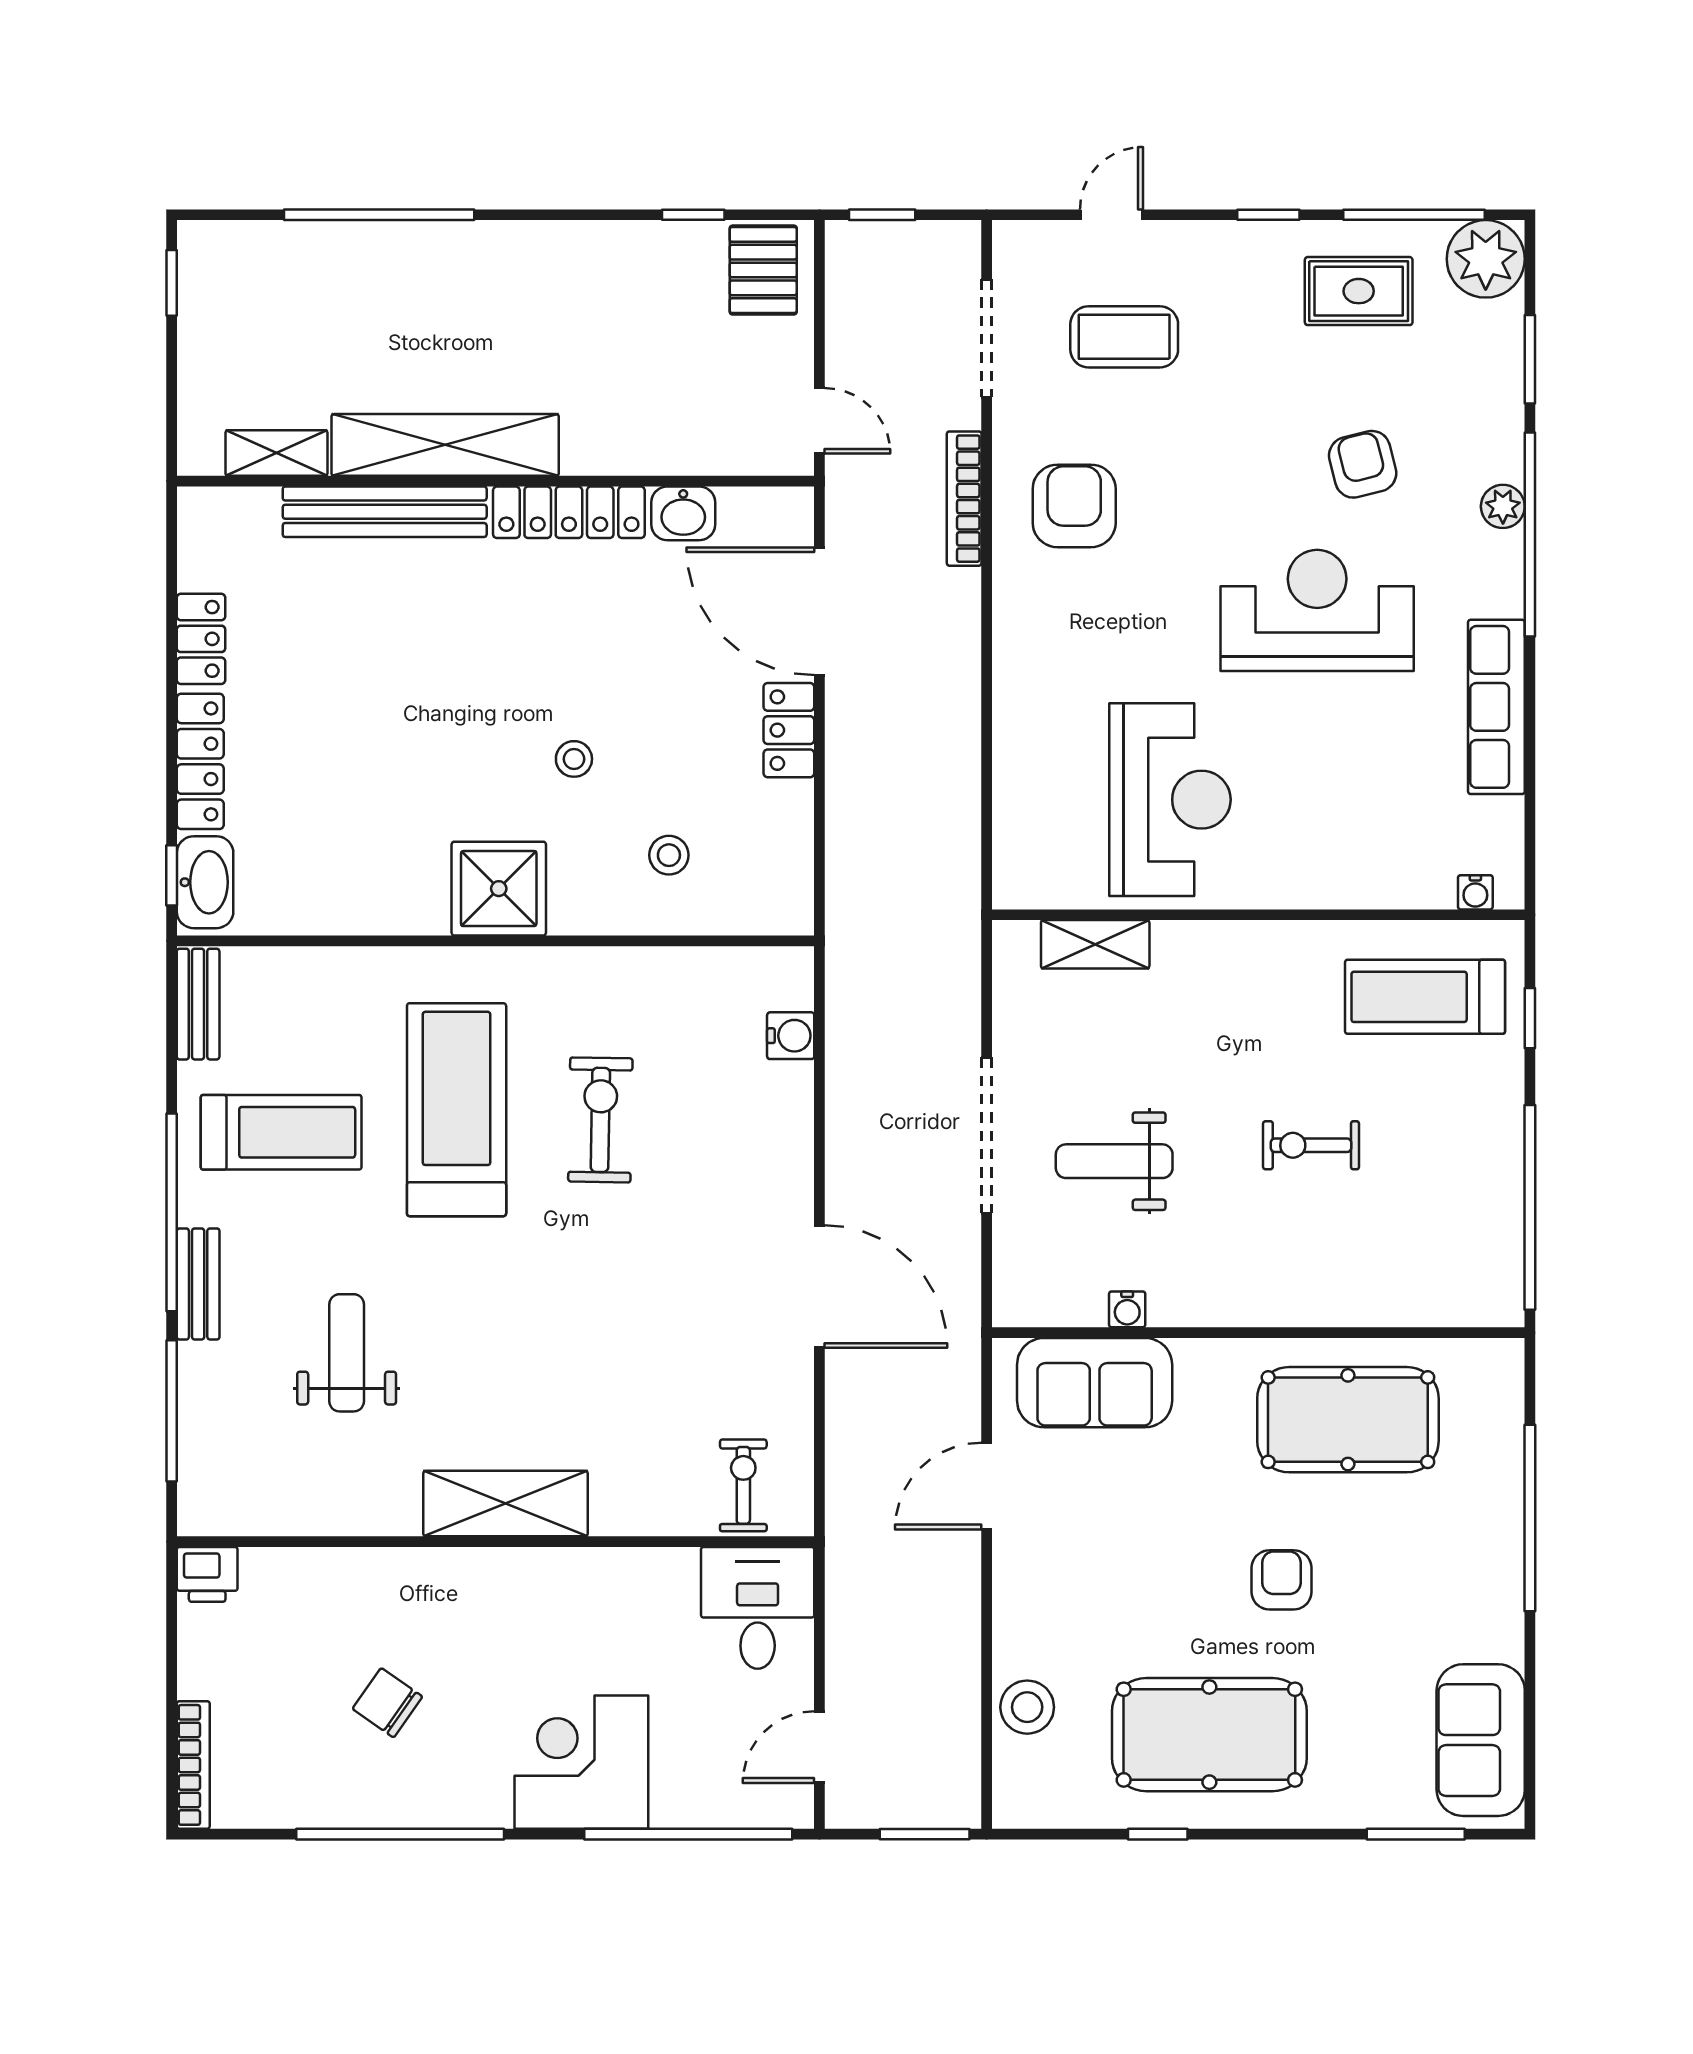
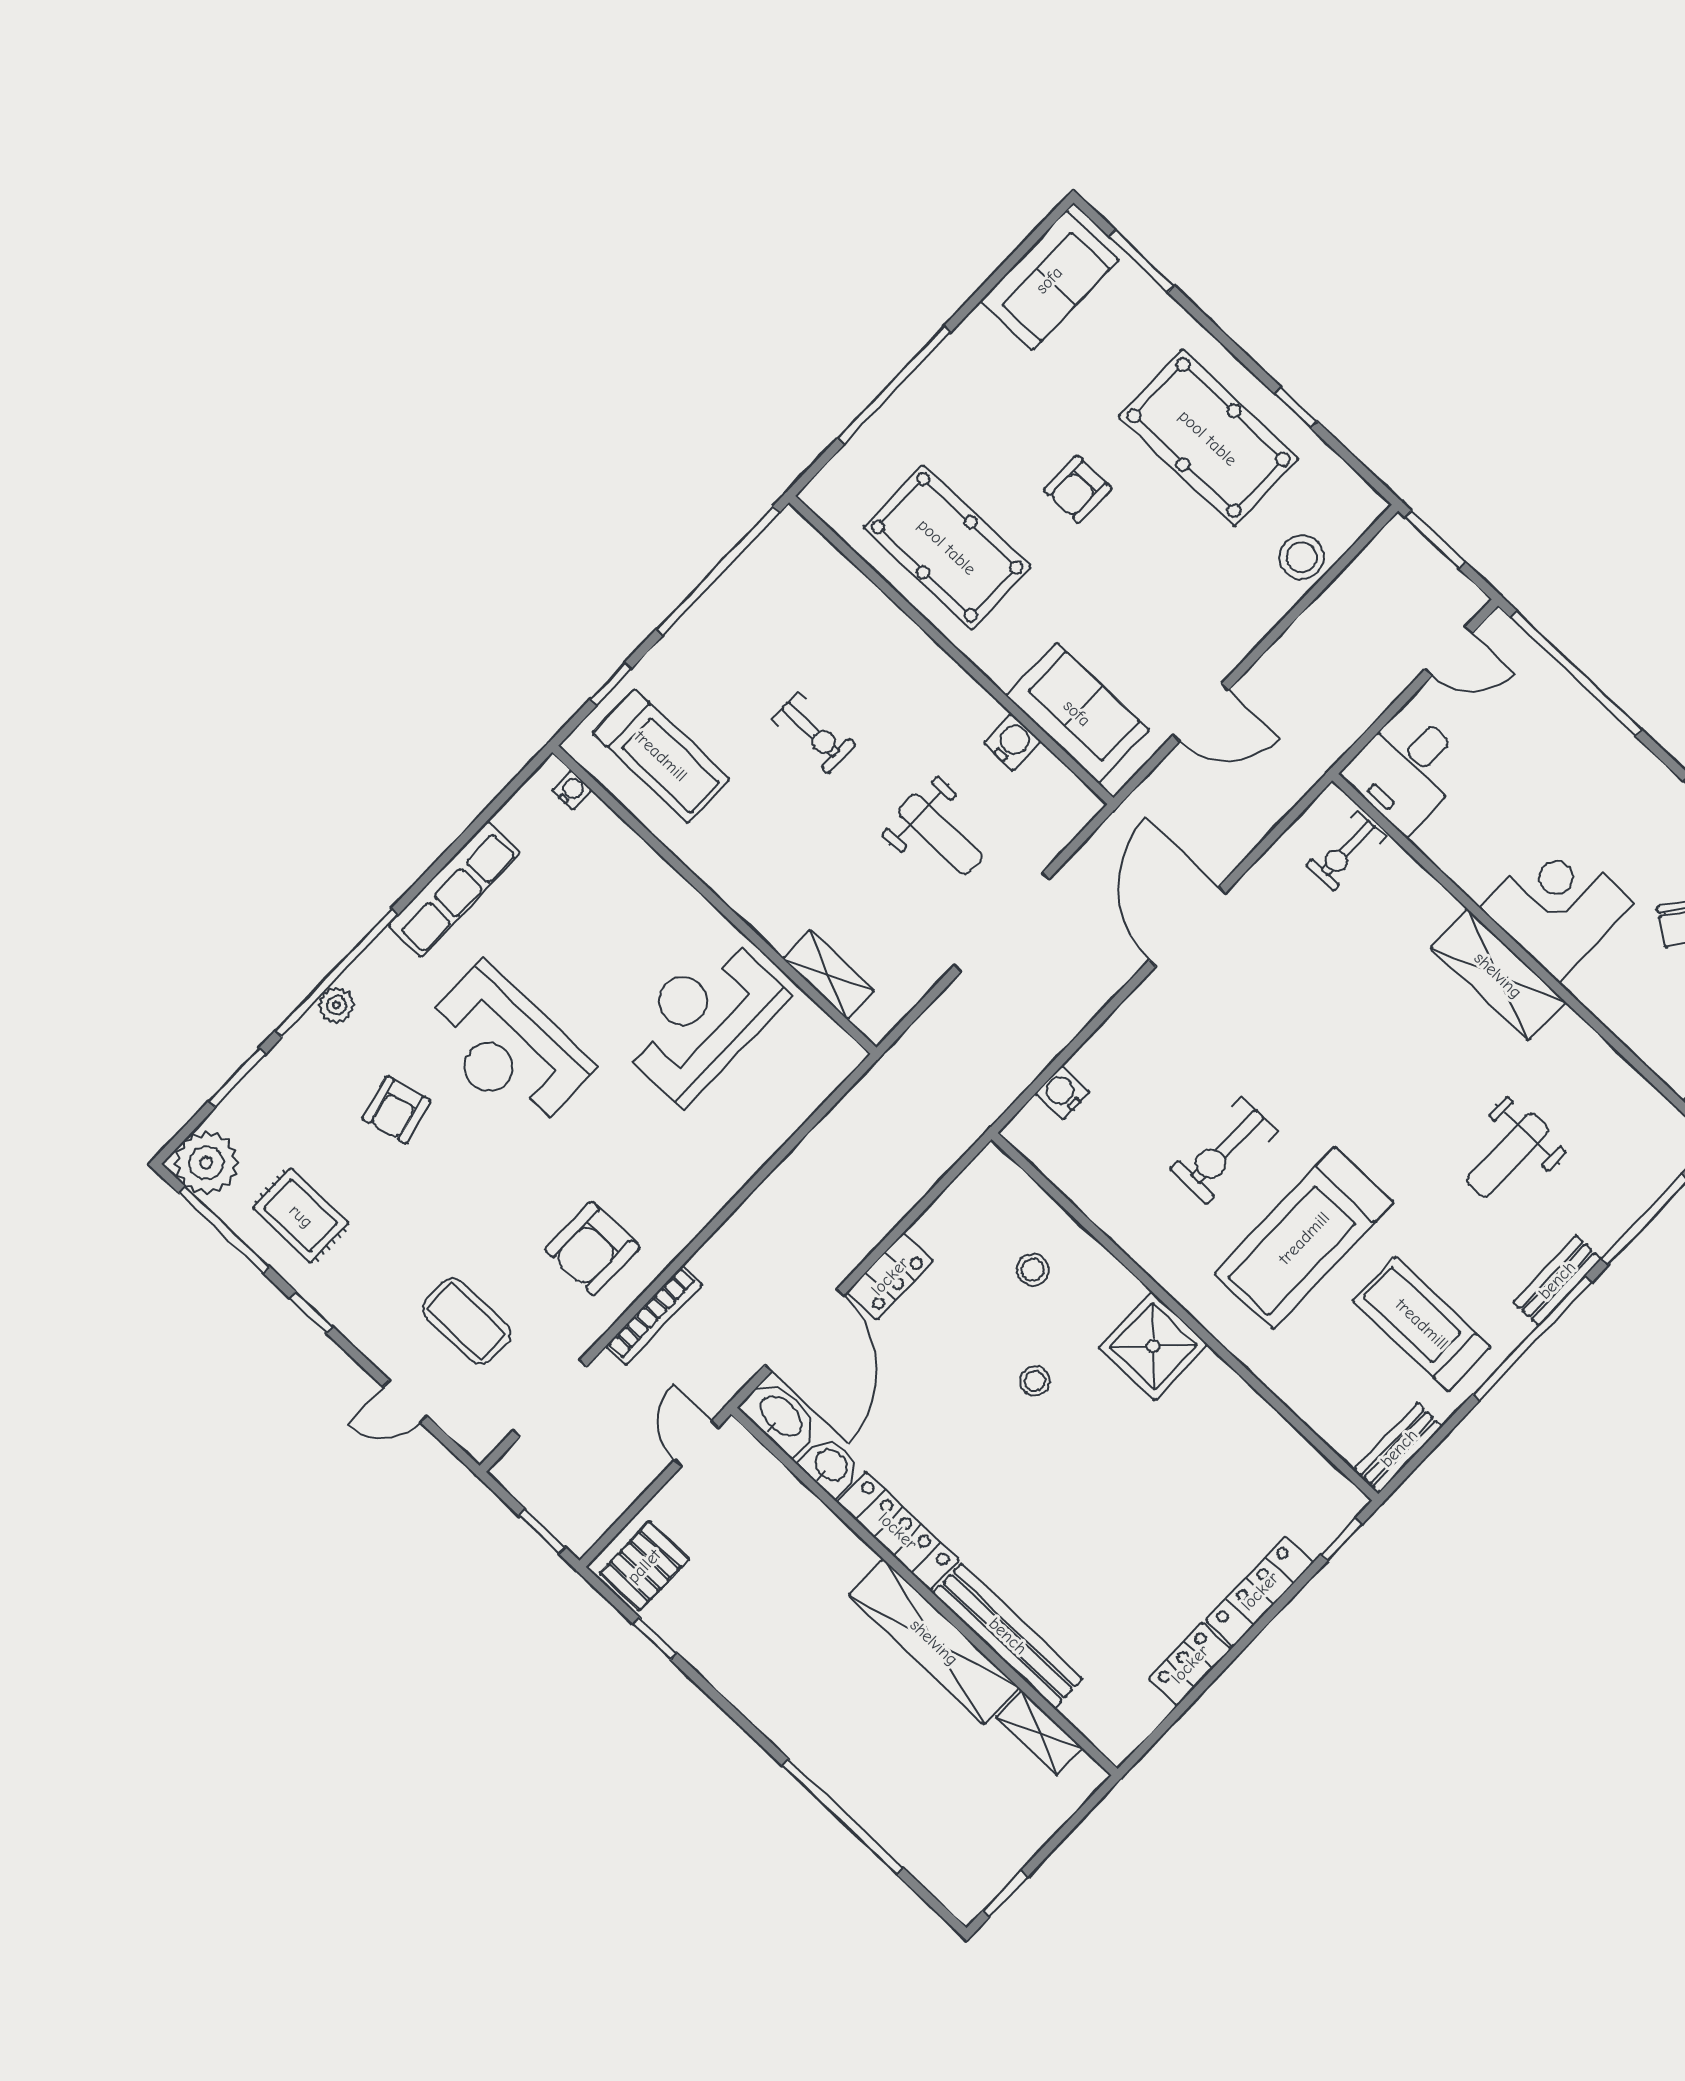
washbasin: (205, 882) -> (780, 1417), moved, turned 90
water cooler: (1127, 1309) -> (1012, 742), width x1.38, depth x1.38
corner desk: (581, 1762) -> (1557, 905), moved, turned 180

